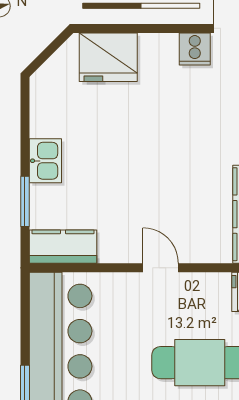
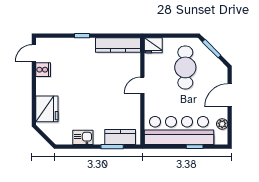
kitchen sink: (45, 161) -> (83, 137), moved
kitchen counter: (63, 247) -> (120, 137), moved, turned 90

